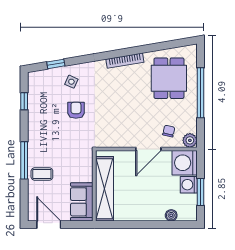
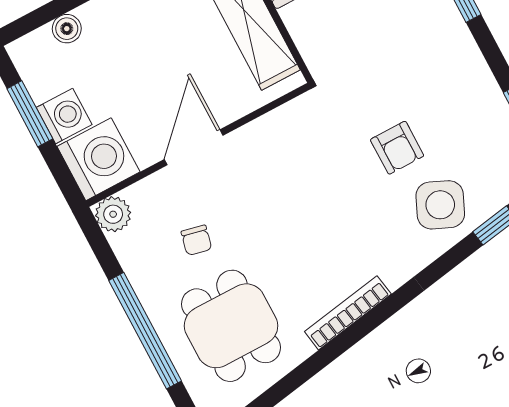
side table: (71, 82) -> (440, 205), width x1.87, depth x1.87
chair: (169, 131) -> (196, 240), moved

